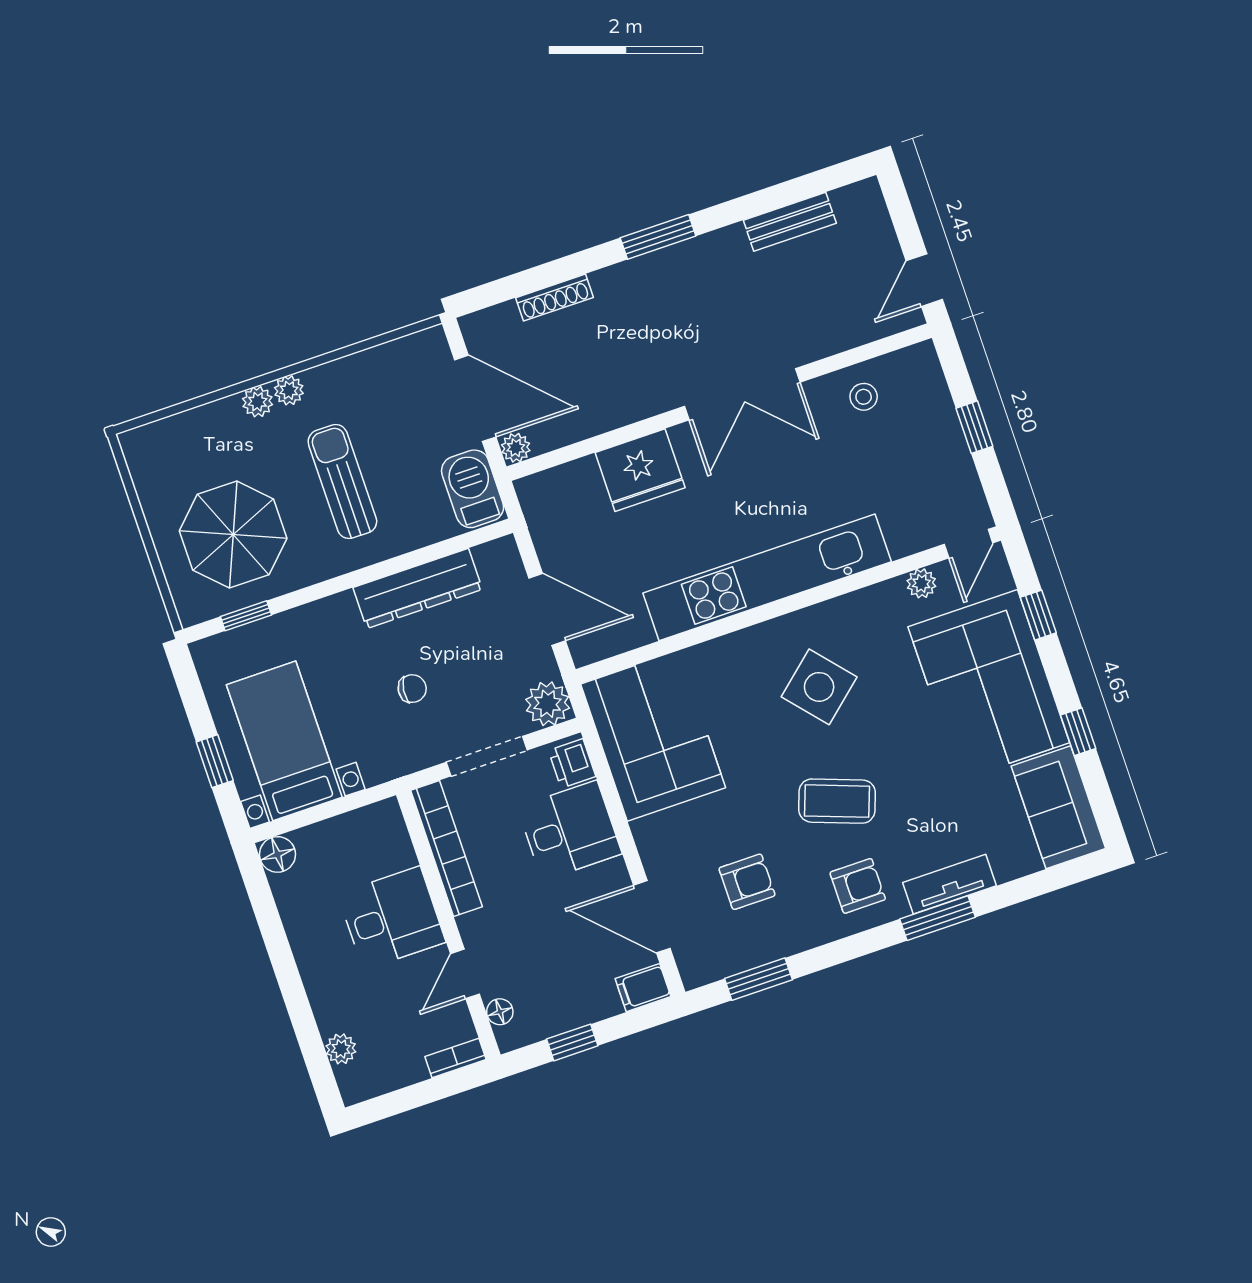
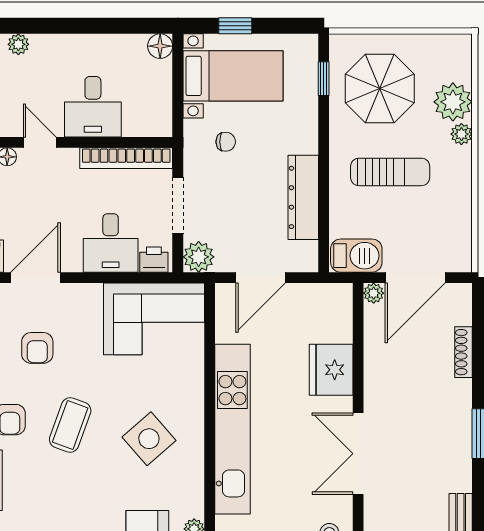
plant: (289, 390) -> (453, 102), moved, width x1.88, depth x1.88
chair: (412, 689) -> (226, 142), moved, turned -97

